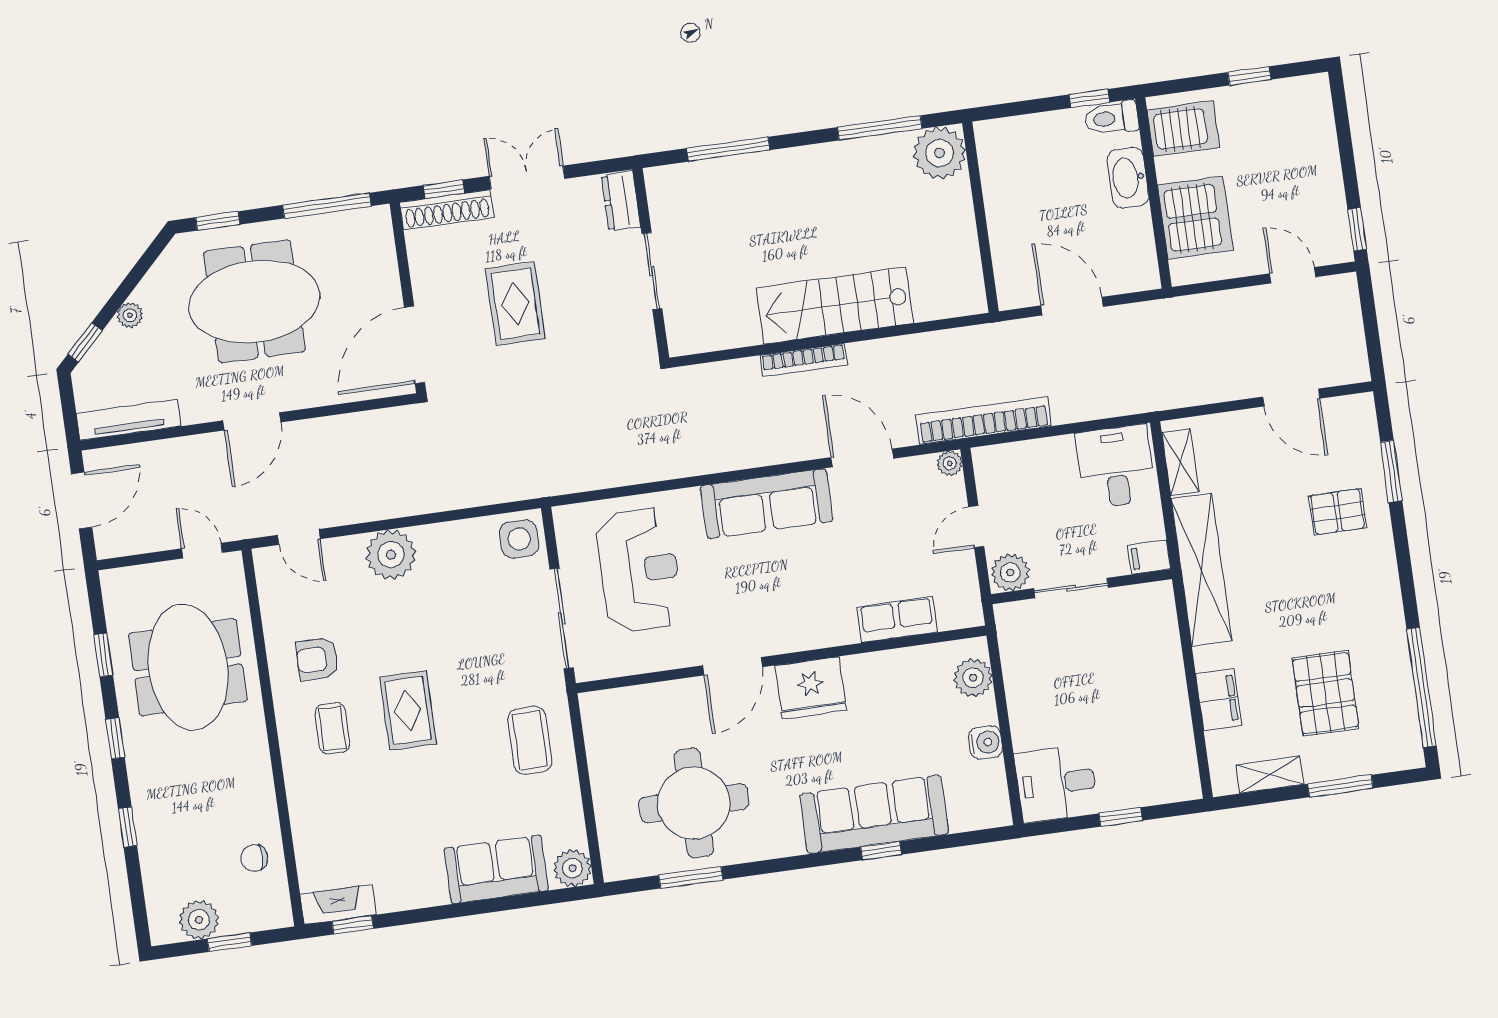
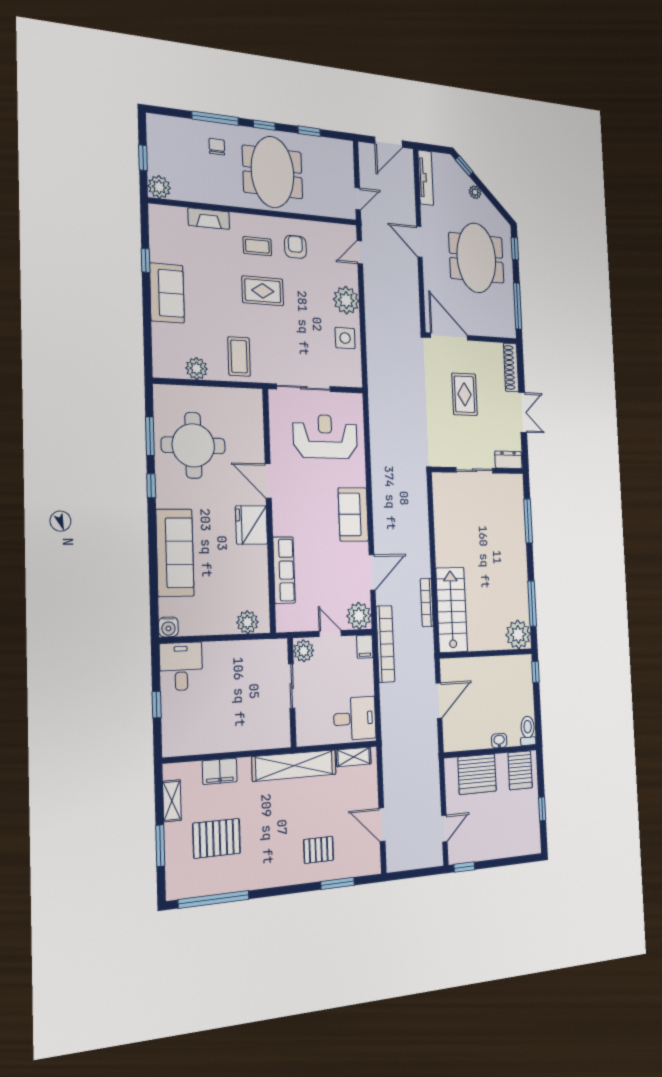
window: (1089, 98) -> (535, 672), moved
washbasin: (1128, 178) -> (499, 741), width x0.52, depth x0.69
window: (444, 189) -> (521, 368), removed
rug: (515, 304) -> (464, 394), turned 90
stairs: (835, 306) -> (452, 610), moved
bookcase: (804, 360) -> (427, 602), moved
door: (1291, 398) -> (382, 825), hinge flipped
plant: (950, 463) -> (359, 616), width x1.88, depth x1.88
door: (82, 501) -> (389, 142), hinge flipped
sofa: (767, 504) -> (353, 514), width x0.73
pallet: (1337, 512) -> (319, 850), turned 90
side table: (519, 539) -> (345, 338), moved
filing cabinet: (1149, 557) -> (365, 647), moved, turned 180
reception desk: (639, 570) -> (325, 437), turned 180
row of seats: (897, 620) -> (284, 570), width x1.48
meeting table: (188, 667) -> (273, 172), moved, turned 90
coffee table: (530, 740) -> (239, 356), turned 90
water cooler: (985, 742) -> (168, 627), moved
window: (128, 827) -> (215, 118), width x2.17
window: (881, 851) -> (151, 486), moved
chair: (254, 858) -> (217, 147), moved
plant: (572, 868) -> (197, 369), moved
sofa: (496, 869) -> (167, 293), moved
fireplace: (338, 905) -> (209, 219), moved, turned 90
plant: (199, 920) -> (159, 187), moved
window: (353, 925) -> (146, 260), moved

